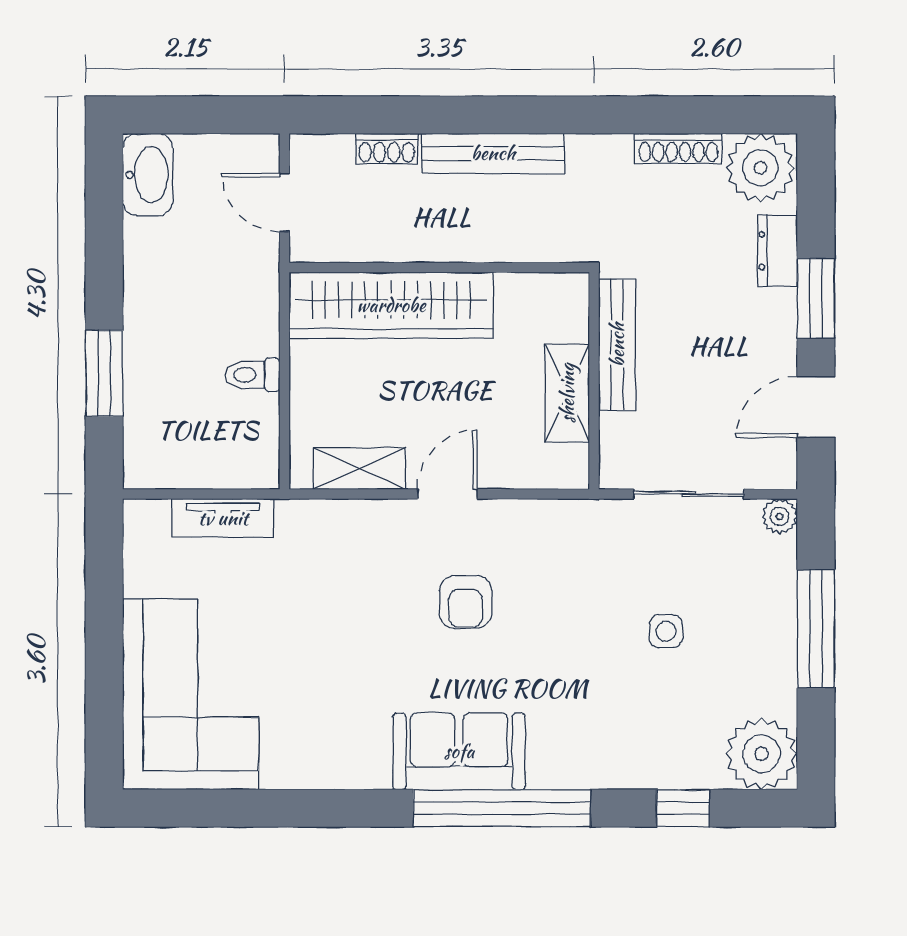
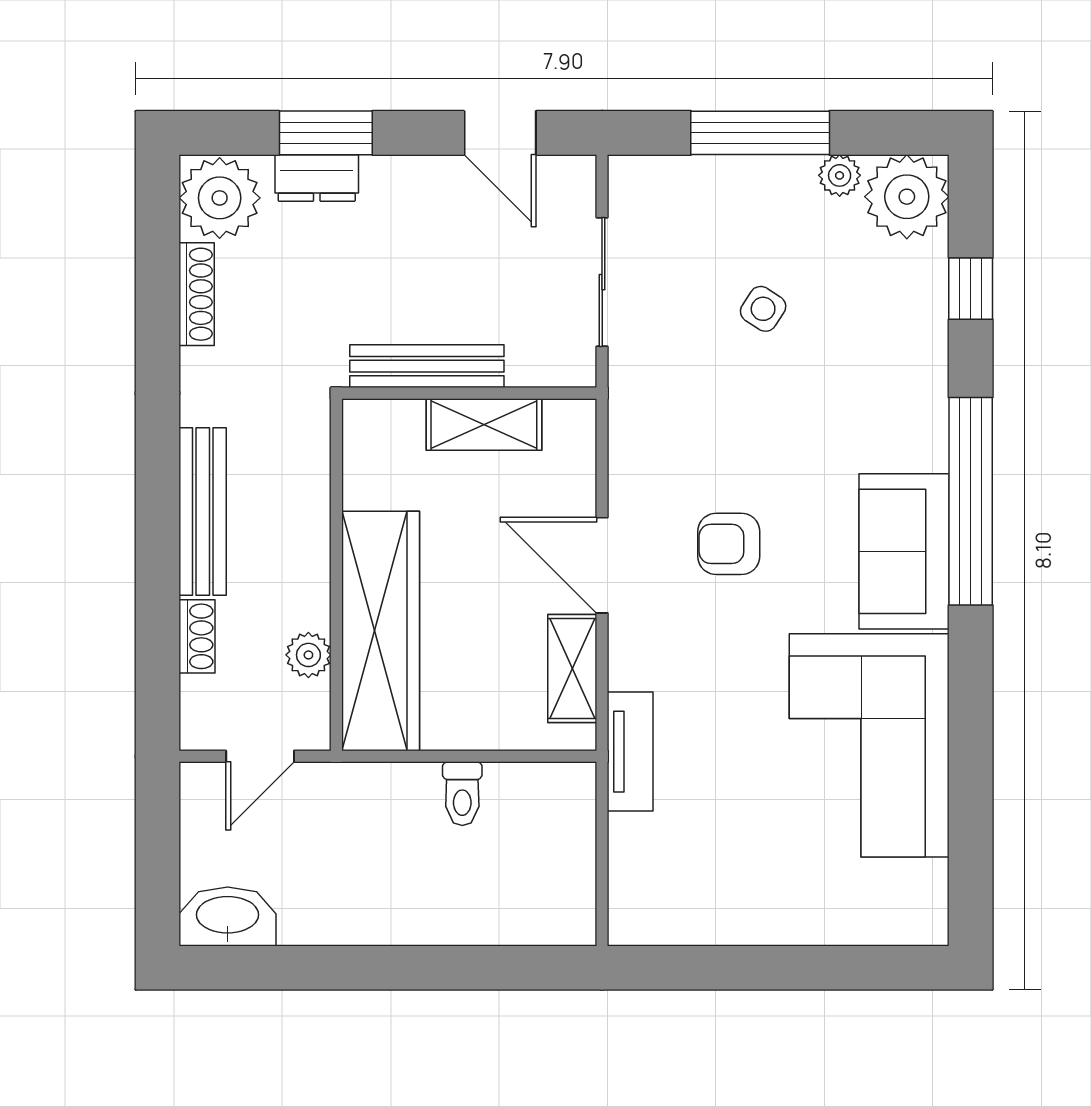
plant: (371, 244) -> (308, 655), added
window: (816, 298) -> (326, 133), moved
window: (104, 373) -> (460, 968), removed
door: (447, 494) -> (602, 565), width x1.38
plant: (780, 516) -> (840, 175), moved
tv unit: (223, 518) -> (630, 752), moved
armchair: (465, 602) -> (729, 544), turned 180
side table: (666, 631) -> (763, 309), turned 33
corner sofa: (191, 694) -> (869, 745), moved, turned -90

